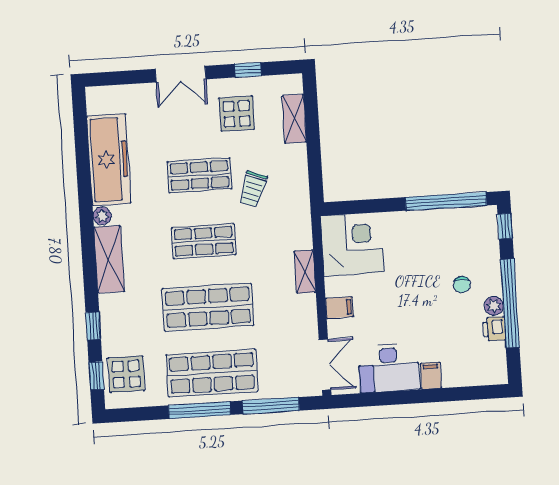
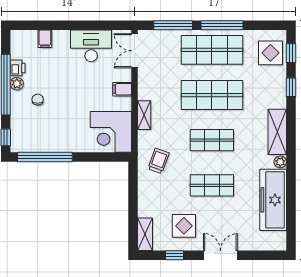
shelving: (294, 119) -> (145, 234), moved
trolley: (253, 189) -> (159, 161), moved
filing cabinet: (431, 376) -> (45, 39), moved

